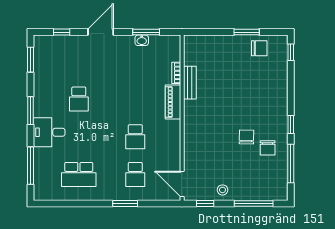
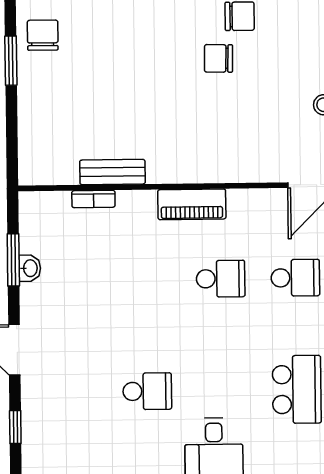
piano: (173, 102) -> (192, 204), moved

